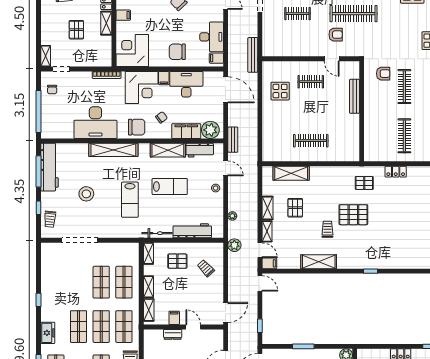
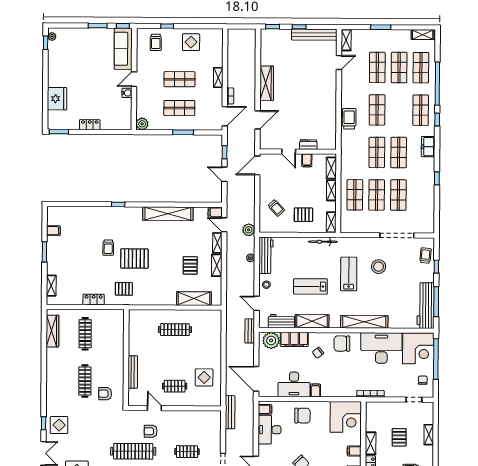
shelving: (46, 56) -> (429, 435), moved
corner desk: (142, 87) -> (418, 348), moved, turned 180
stool: (86, 194) -> (379, 267), moved
trolley: (327, 229) -> (108, 248), moved
workbench: (192, 231) -> (266, 255), moved, turned -90
shelving: (319, 262) -> (168, 214), width x1.47
door: (260, 283) -> (224, 174), moved
shop shelf: (124, 327) -> (398, 195), moved

